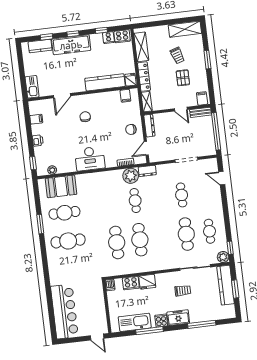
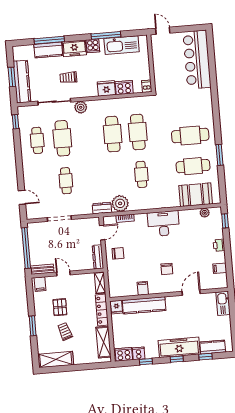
filing cabinet: (125, 96) -> (143, 288), moved
cafe table: (135, 201) -> (141, 174), moved
plant: (223, 257) -> (81, 107), moved
kitchen counter: (202, 315) -> (48, 50), added

